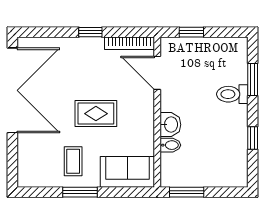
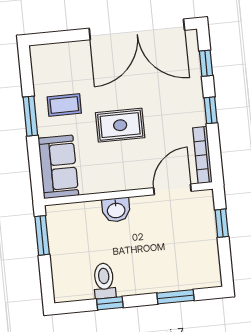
window: (49, 32) -> (206, 63), added
toilet: (232, 94) -> (104, 281), moved
rug: (96, 114) -> (120, 125), turned 90
bidet: (170, 145) -> (93, 212), removed

